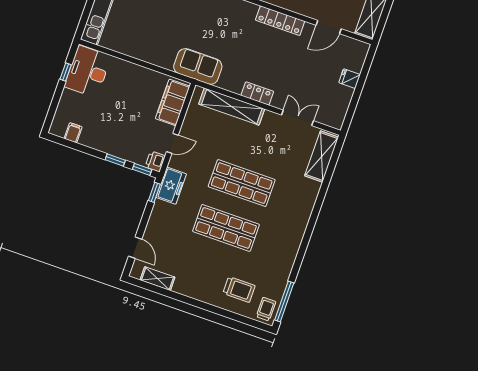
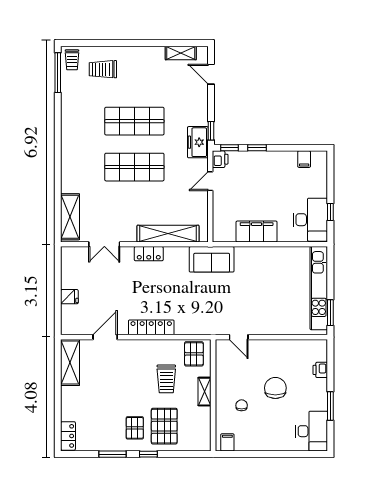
filing cabinet: (173, 102) -> (257, 231), moved, turned -90

